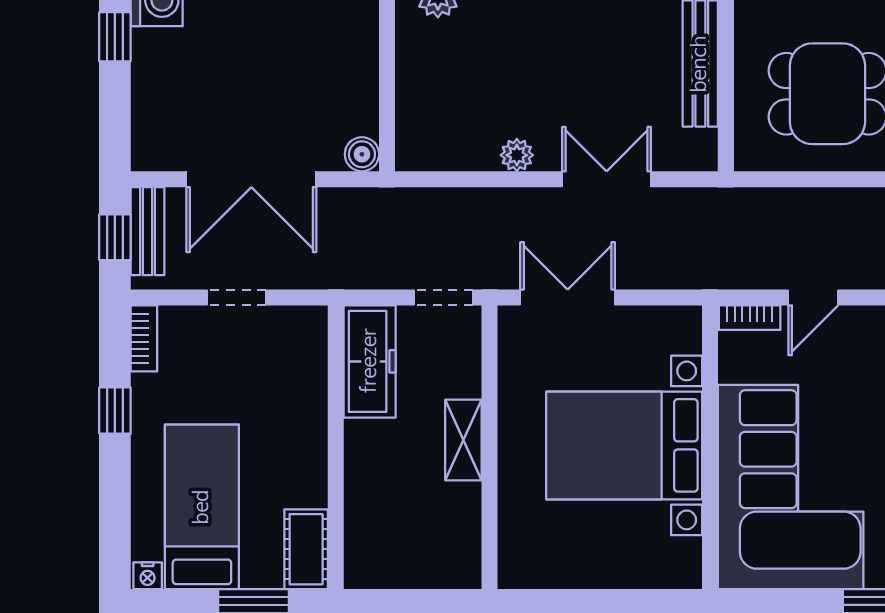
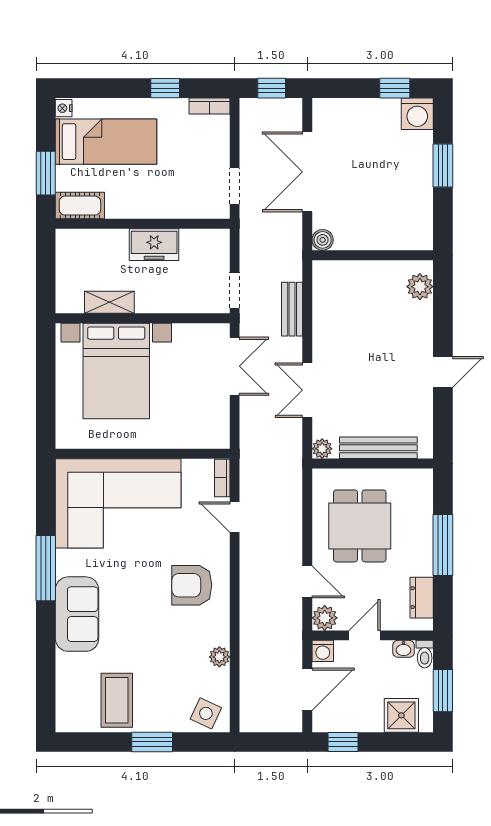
plant: (517, 155) -> (322, 449), moved
double door: (607, 179) -> (307, 390), swing flipped
bench: (148, 231) -> (292, 309), moved, turned 90
doorway: (237, 297) -> (235, 186), moved
freezer: (370, 361) -> (154, 245), moved, width x0.71
shelving: (463, 440) -> (109, 302), moved
bed with nightstands: (624, 445) -> (116, 371), moved, turned 180

